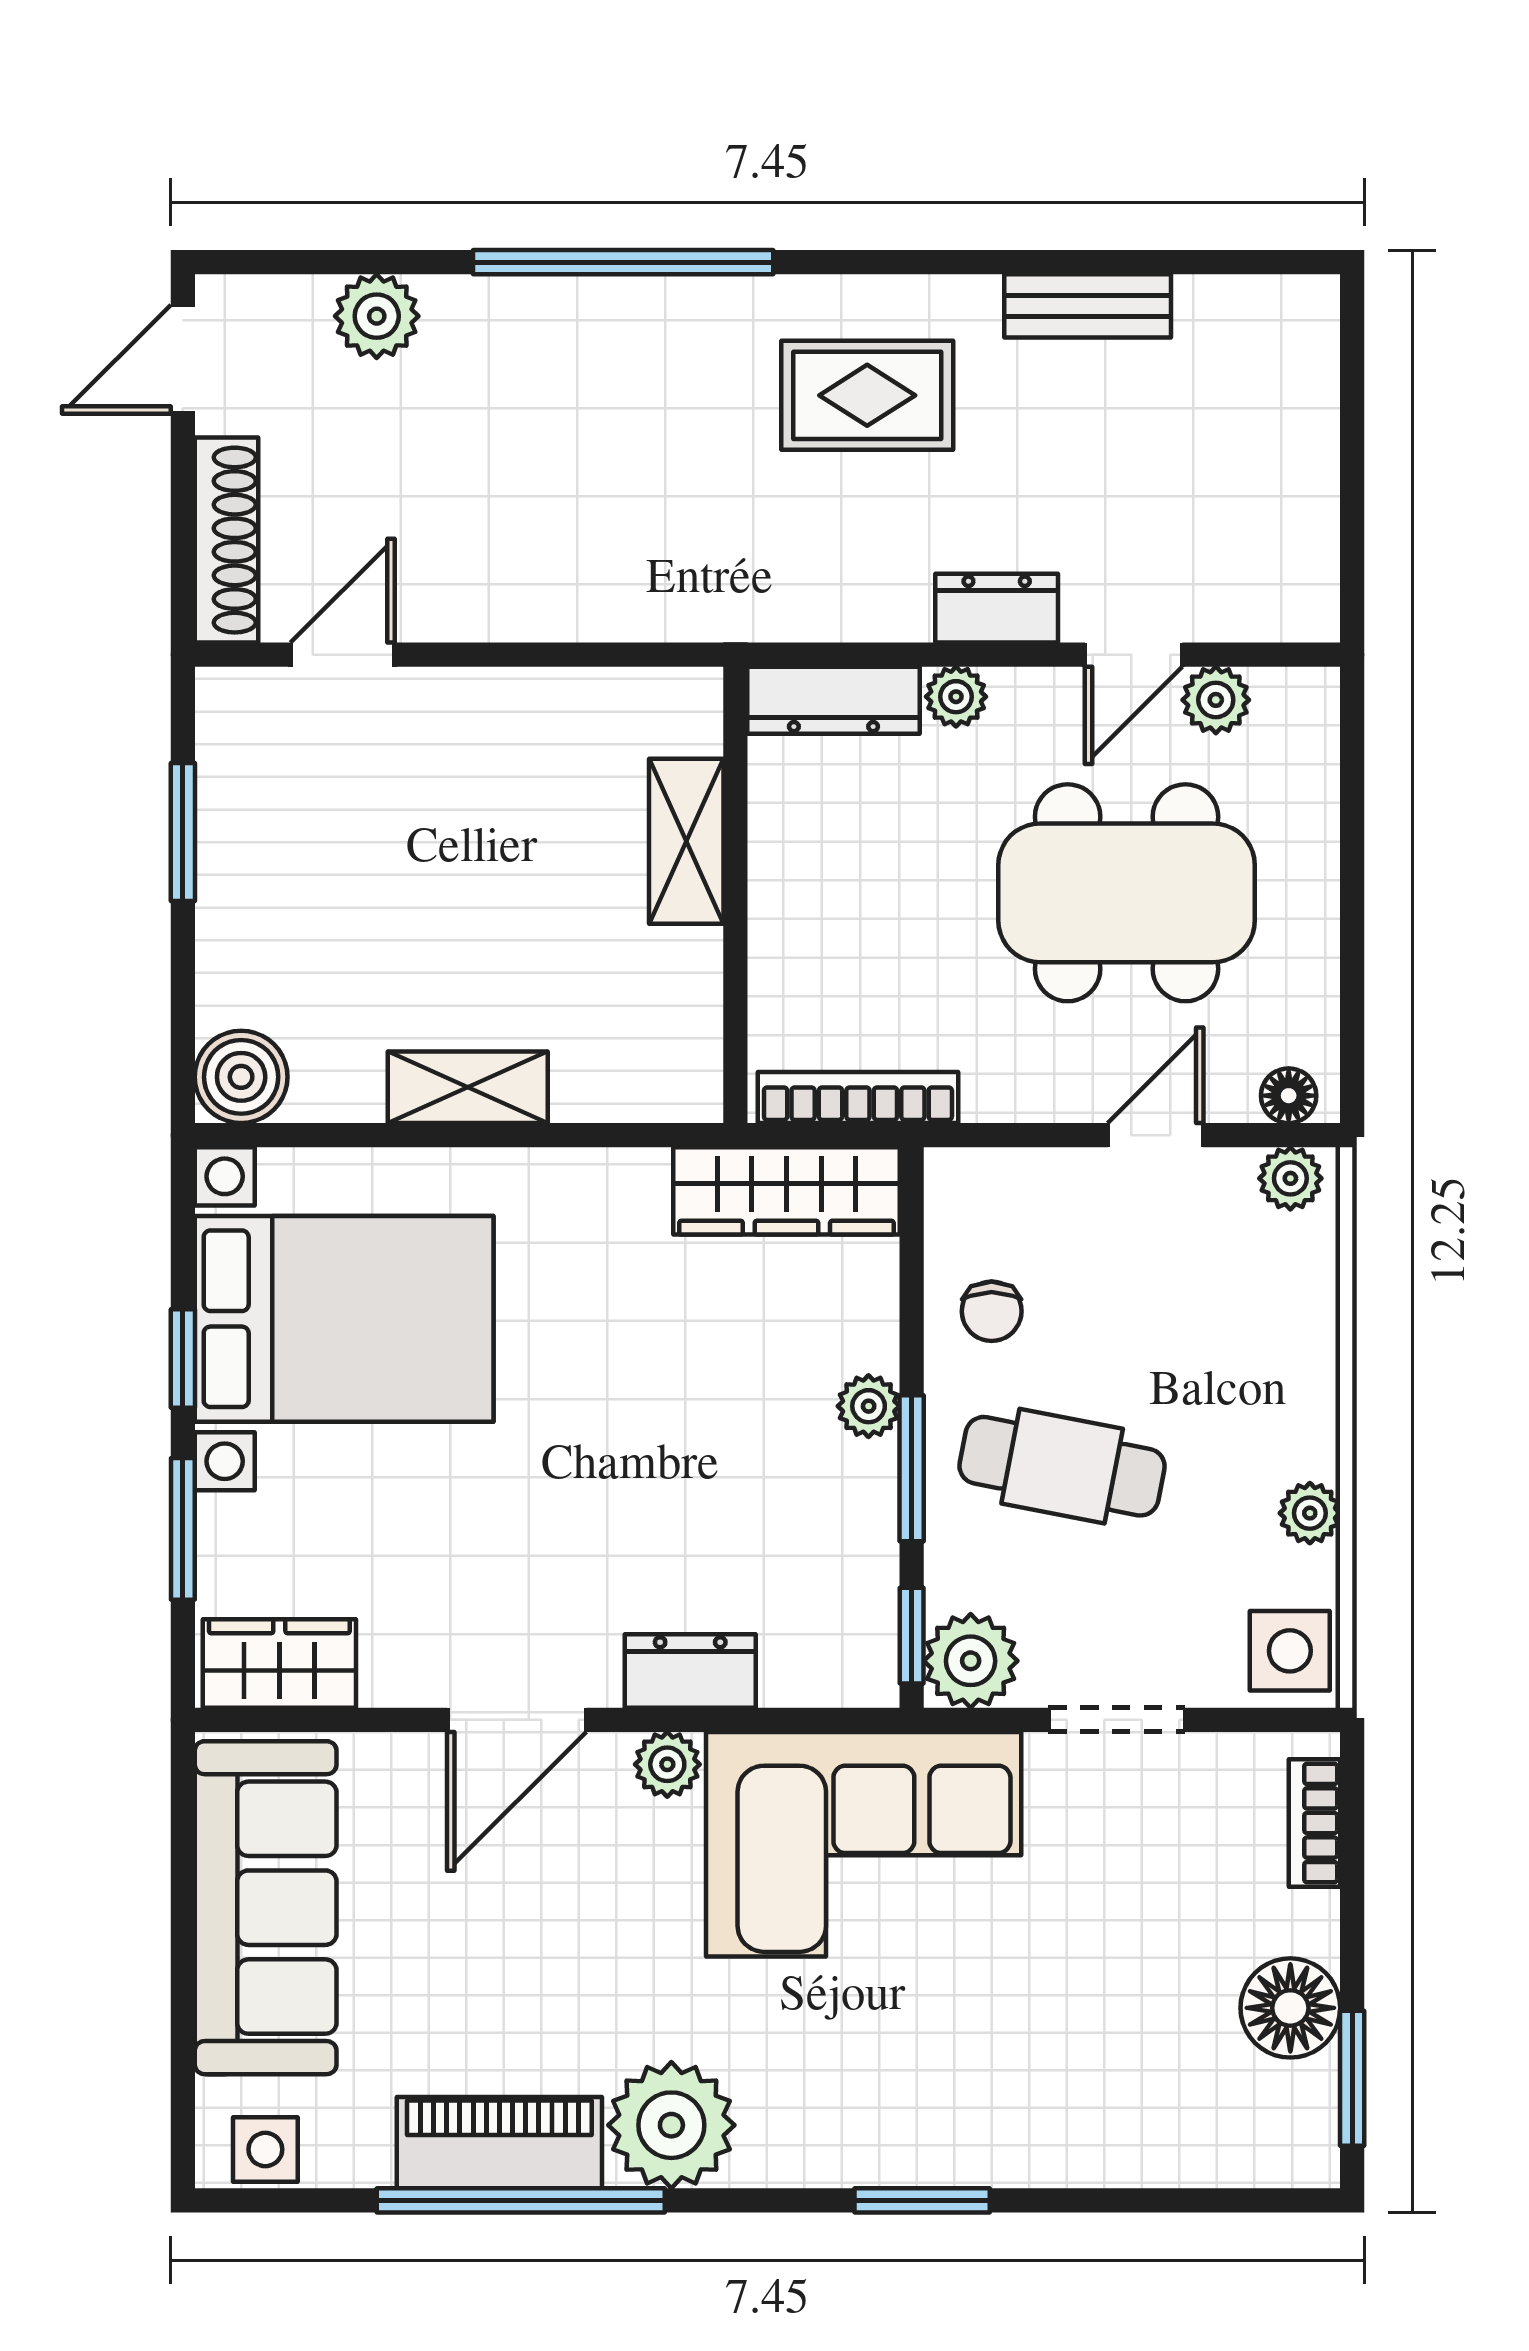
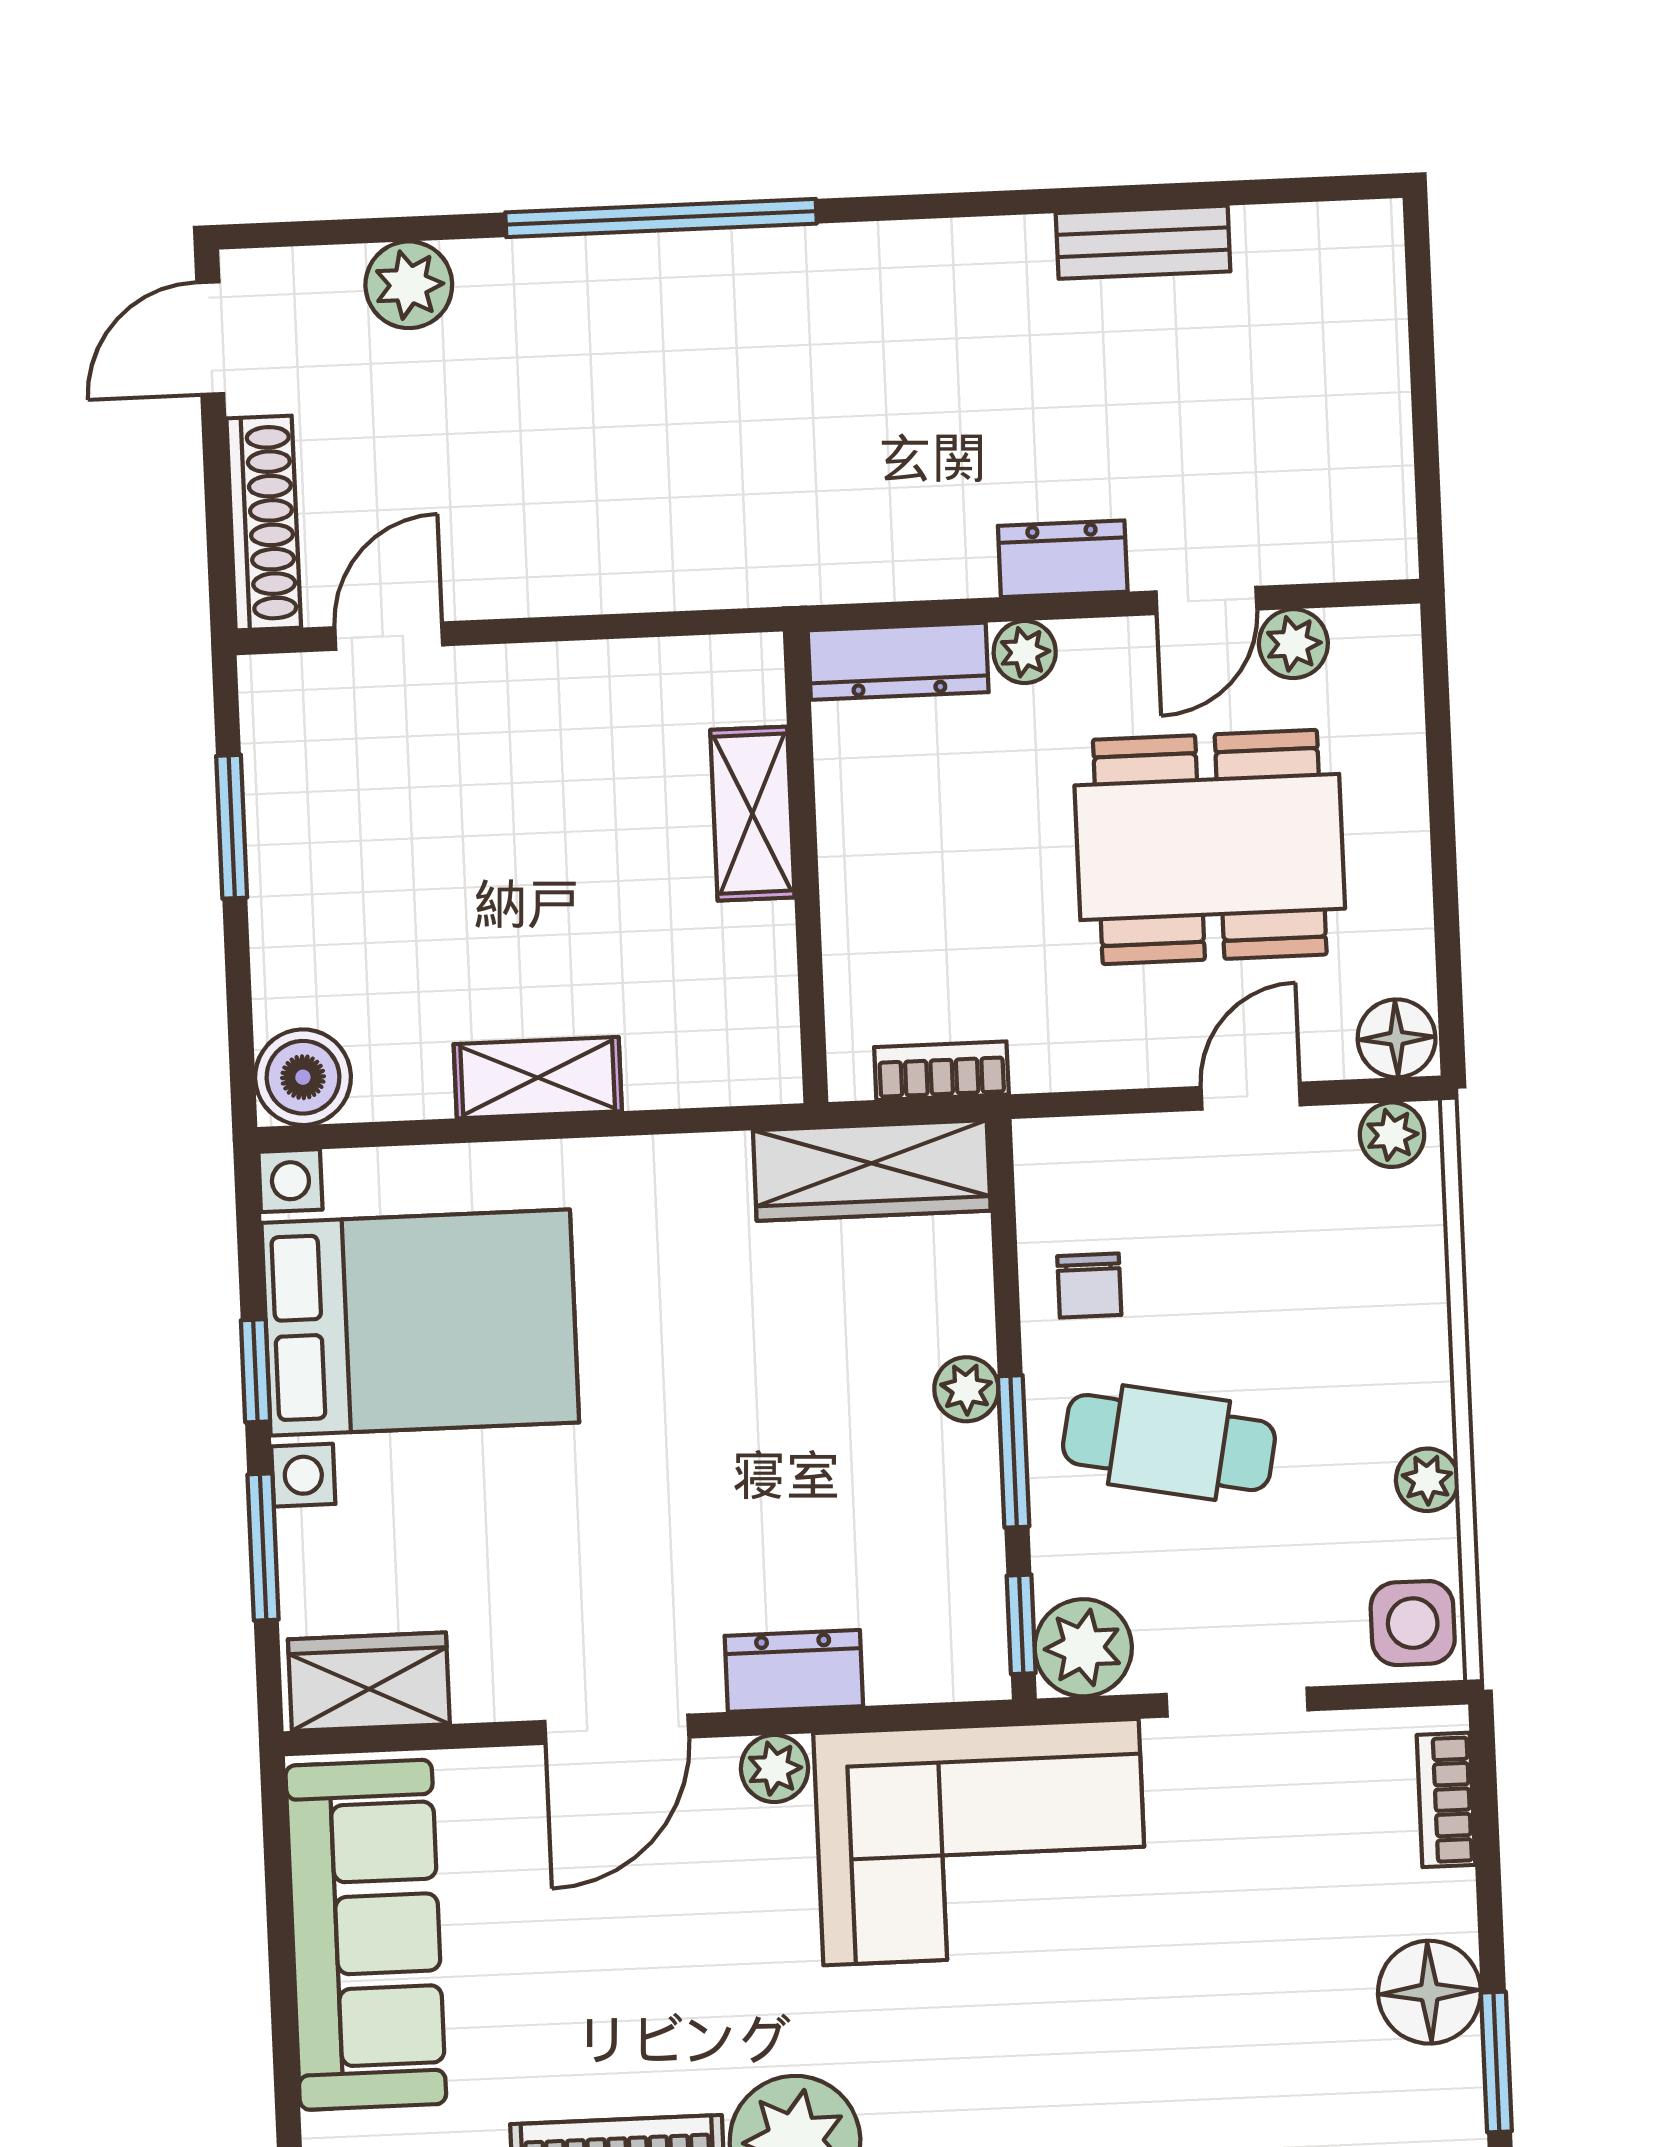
rug: (867, 395) -> (919, 345), removed
floor lamp: (1289, 1096) -> (1397, 1038), width x1.37, depth x1.37
bookcase: (858, 1098) -> (941, 1071), width x0.64

